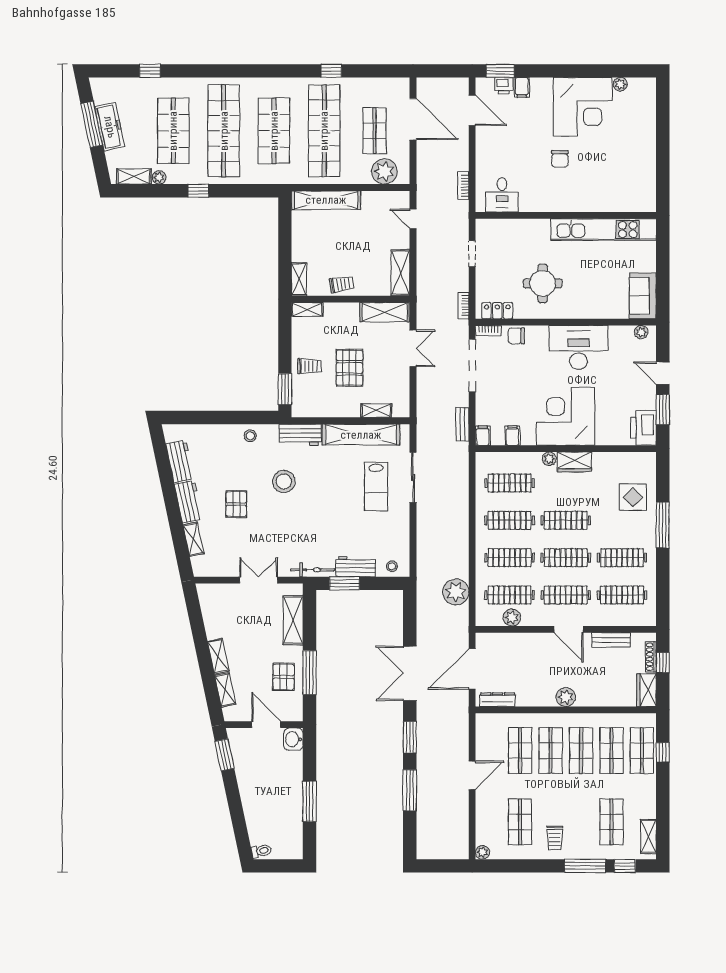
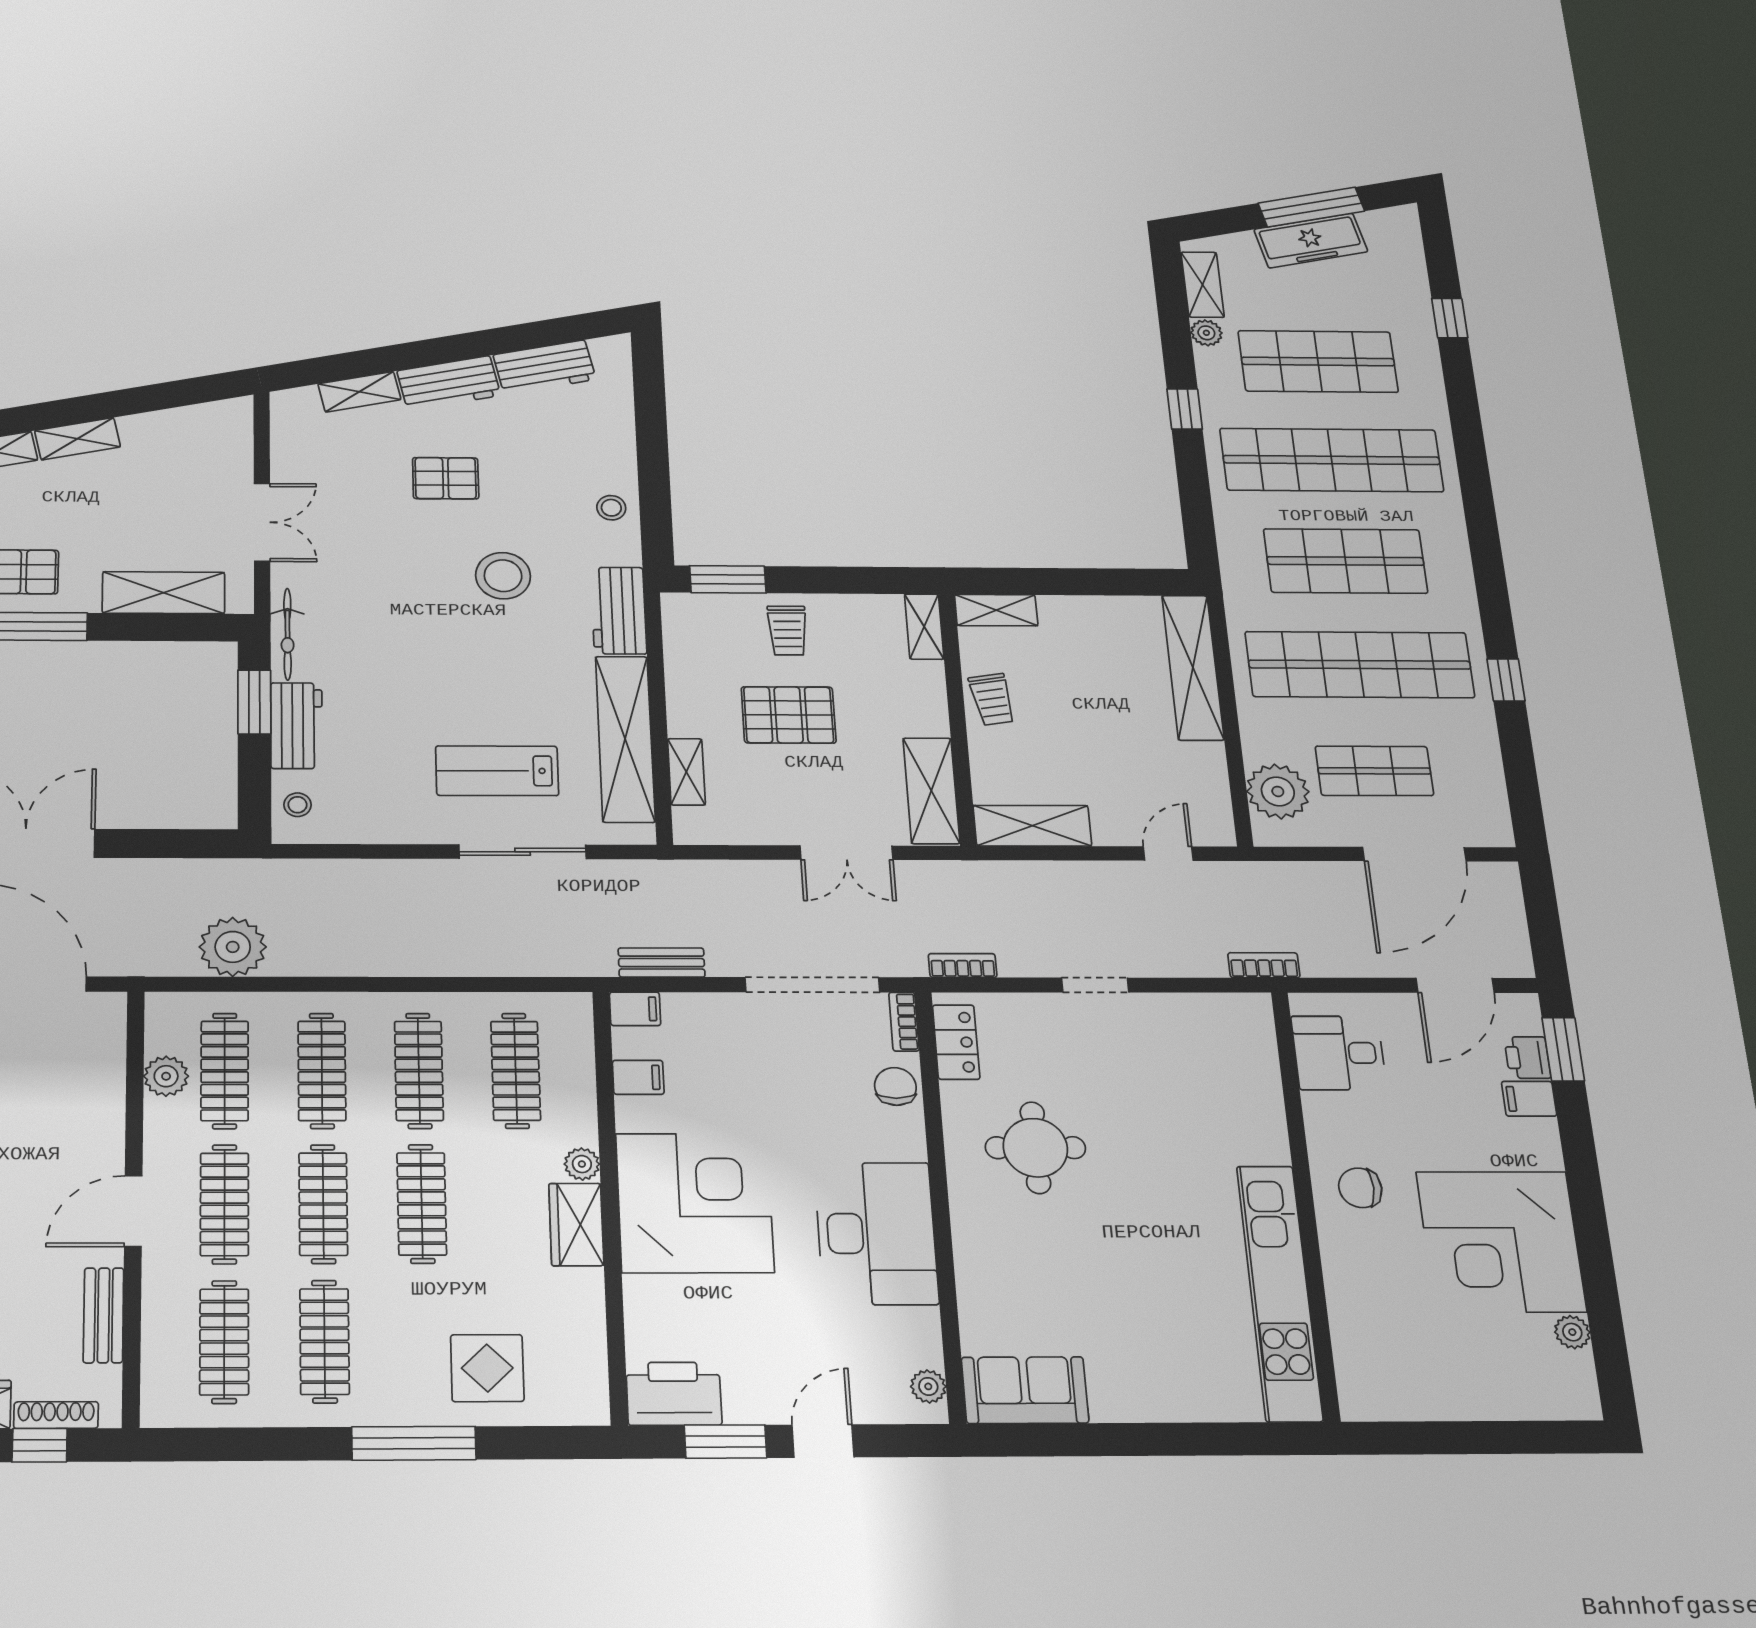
desk: (502, 195) -> (1339, 1053), moved
wall: (566, 215) -> (1305, 1202), moved
kitchen unit: (603, 230) -> (1279, 1292), moved

